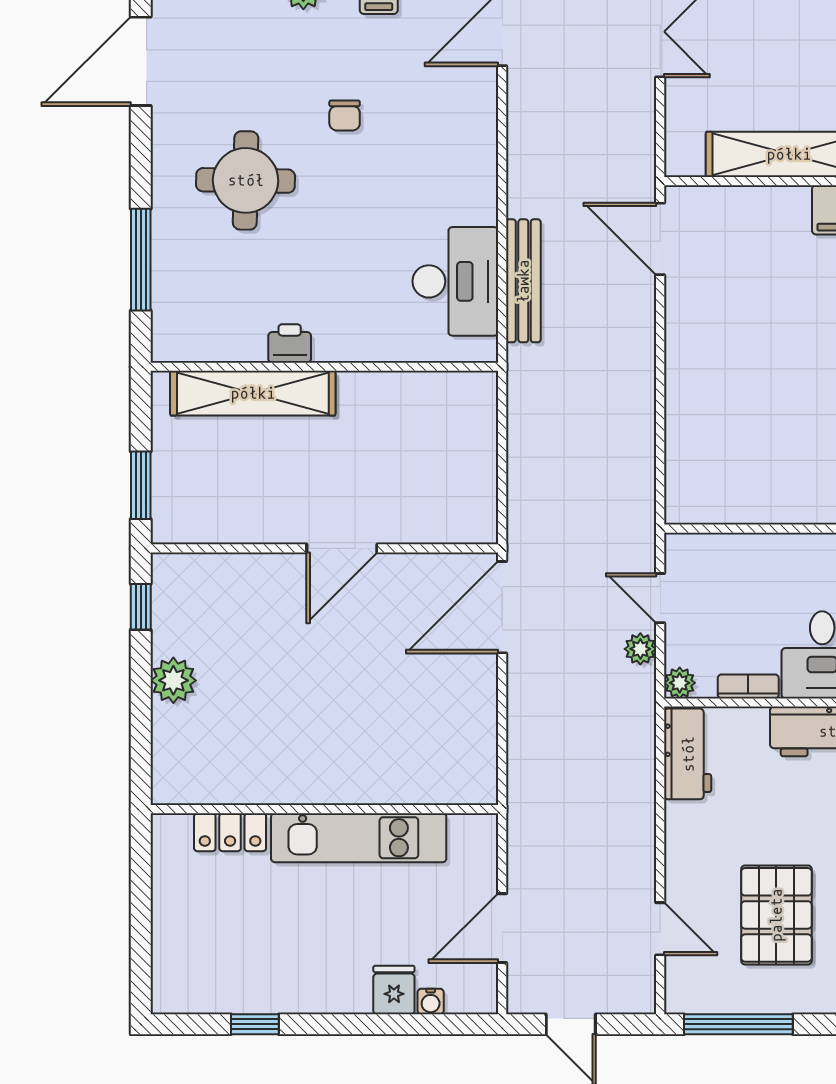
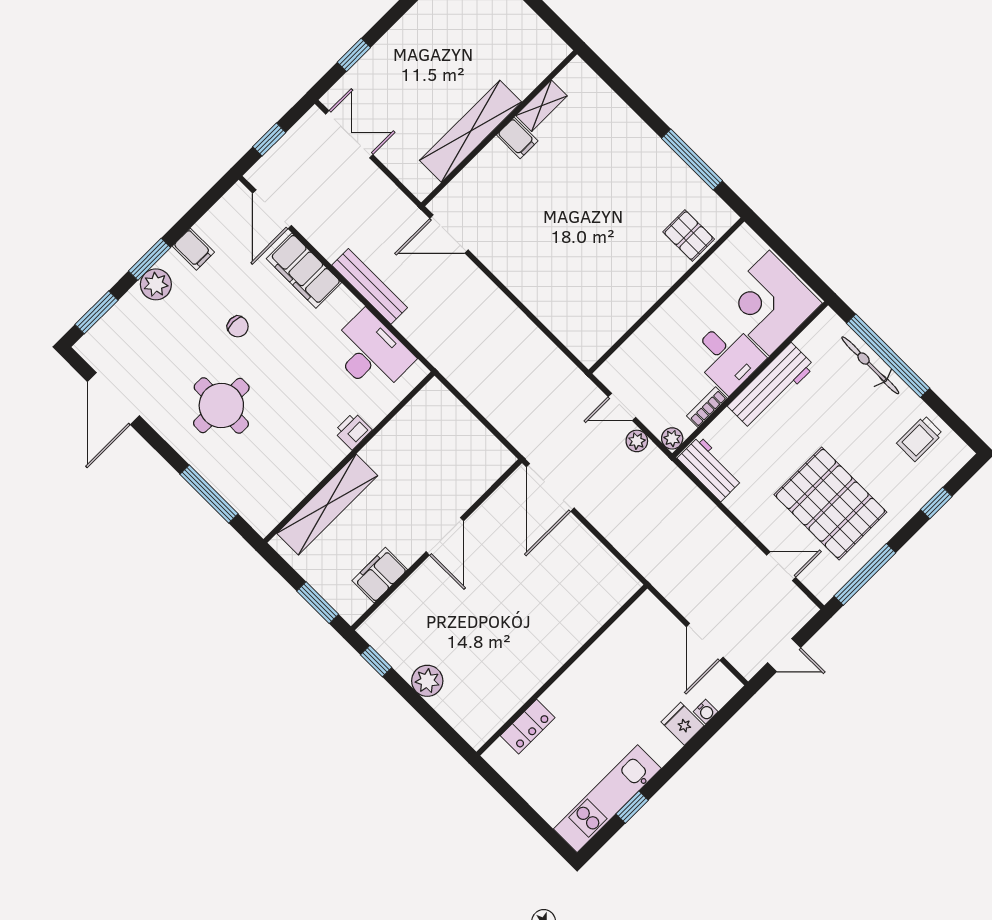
filing cabinet: (471, 126) -> (304, 271), added
bench: (523, 281) -> (370, 286), moved
printer: (290, 343) -> (353, 431), moved
filing cabinet: (234, 521) -> (380, 575), added
kitchen unit: (359, 838) -> (607, 799), moved, turned 180
pallet: (776, 915) -> (830, 503), width x1.37, depth x1.41

